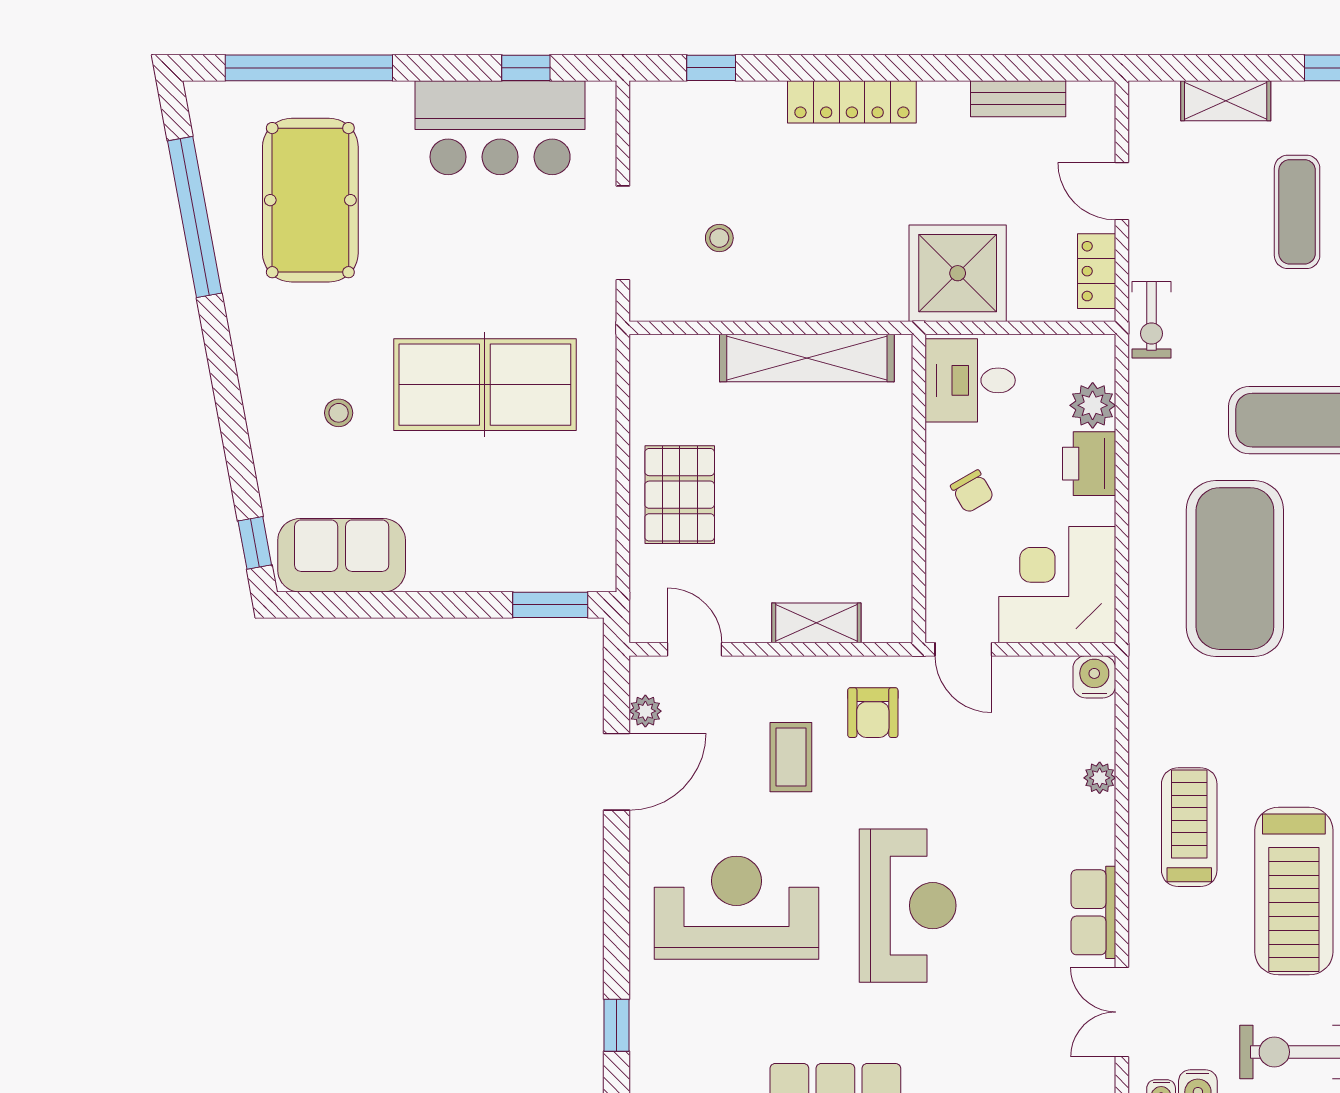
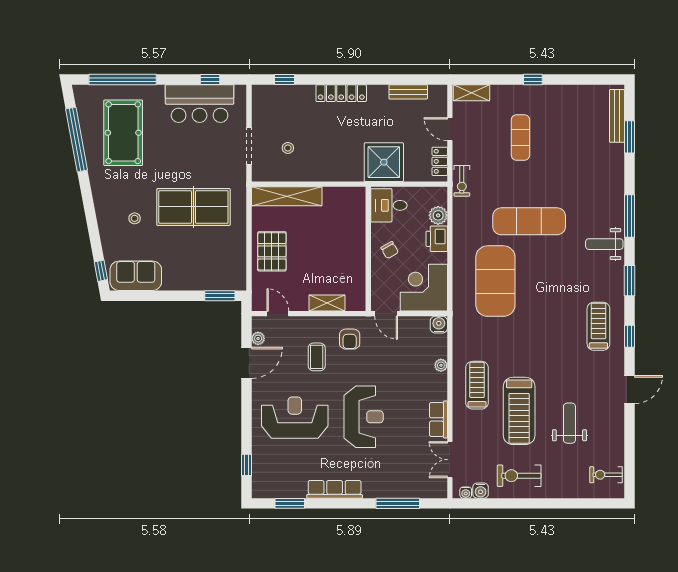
shelving: (1226, 101) -> (471, 93), moved
shelving: (807, 358) -> (287, 196), moved

